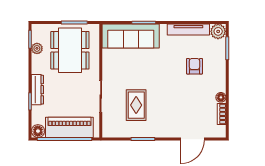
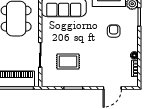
rug: (136, 105) -> (68, 61), turned 90

